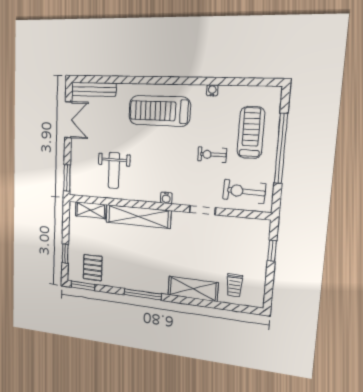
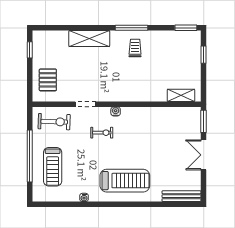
double door: (68, 120) -> (204, 155), moved
exercise bike: (212, 155) -> (102, 133), moved
weight bench: (114, 170) -> (161, 131), removed
shelving: (138, 216) -> (139, 94), removed
window: (272, 251) -> (30, 50), moved
pallet: (93, 268) -> (48, 80), moved
trolley: (234, 285) -> (135, 48), moved

